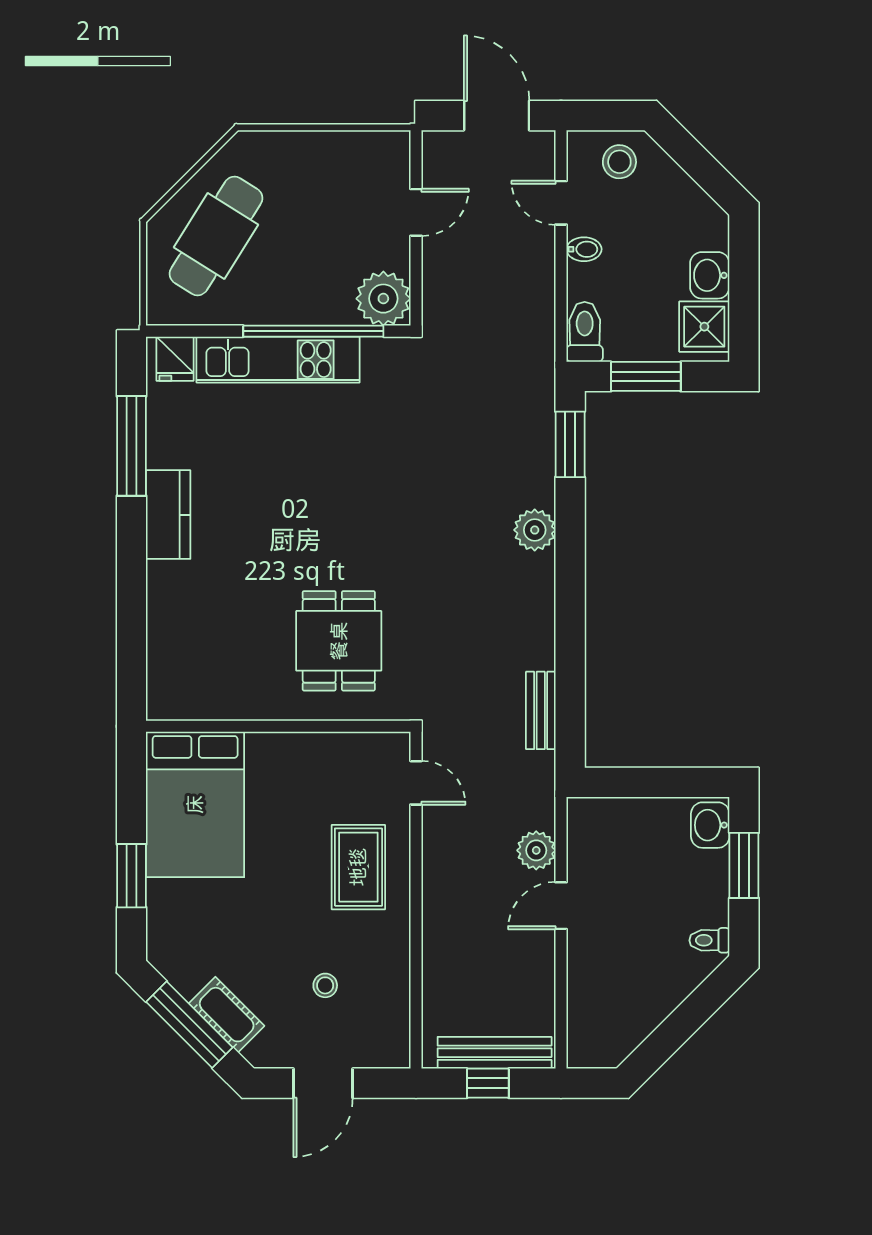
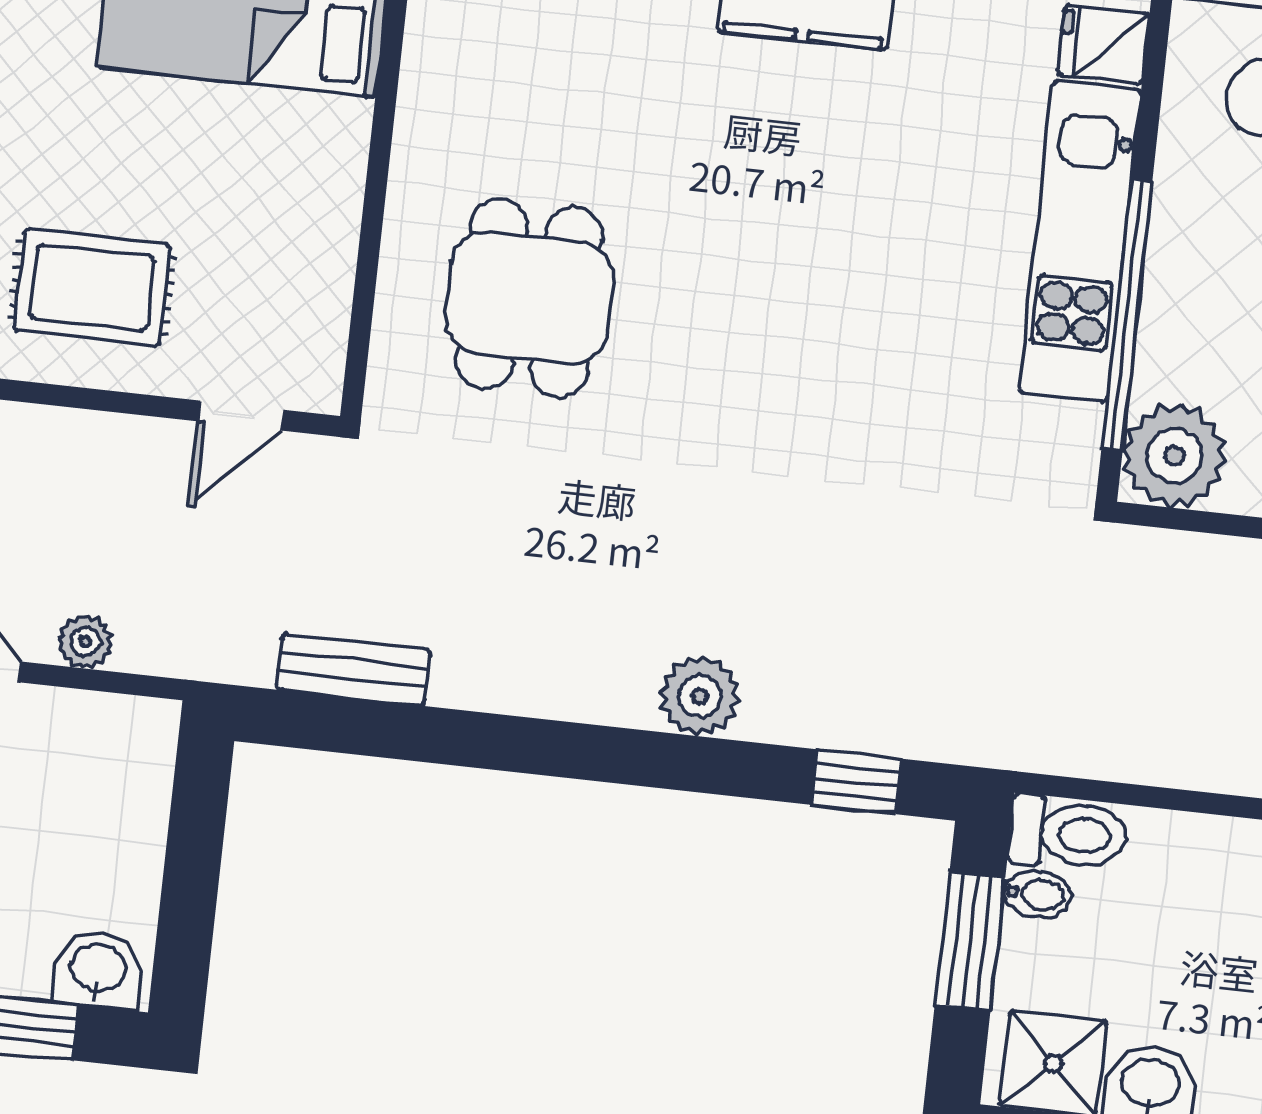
bidet: (584, 249) -> (1037, 894), moved, turned -90
window: (570, 444) -> (856, 782), width x0.67
dining table: (339, 641) -> (529, 298), turned 90
plant: (536, 850) -> (85, 641), width x0.73, depth x0.73

